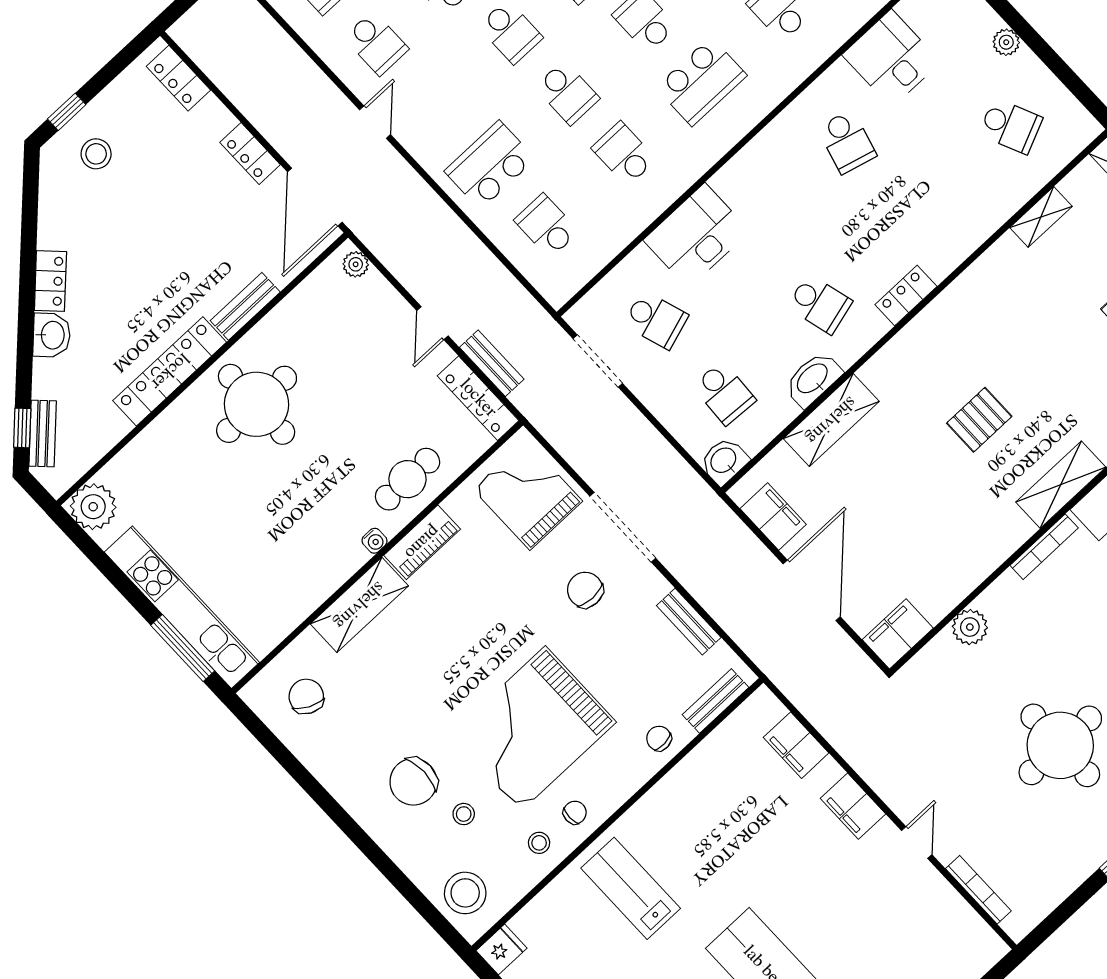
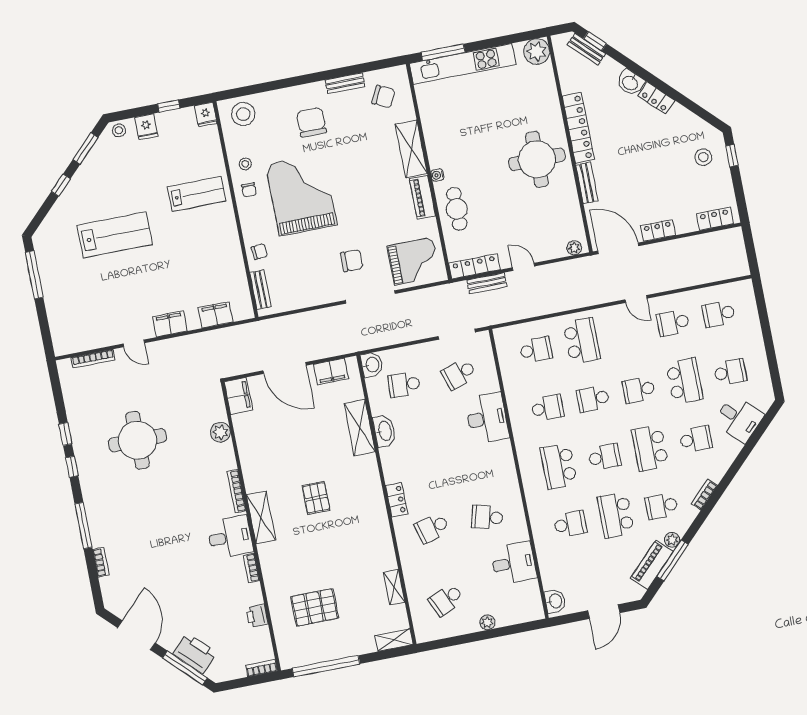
school desk: (820, 304) -> (432, 528), moved
bench: (689, 622) -> (345, 83), moved
stool: (464, 814) -> (281, 137), removed

